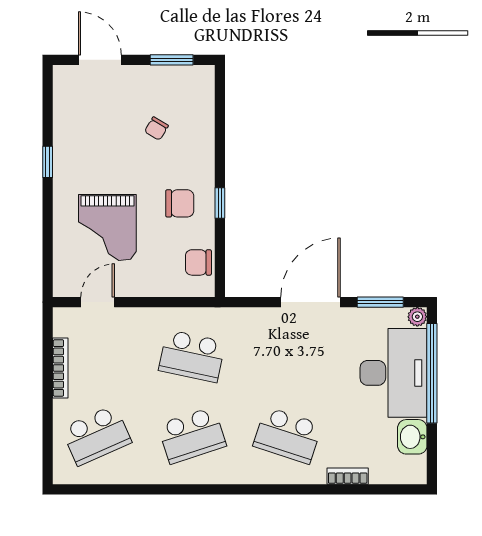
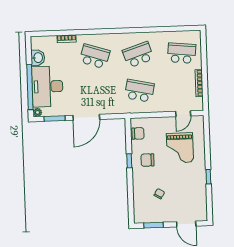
grand piano: (107, 227) -> (180, 148), turned 180
school desk: (96, 435) -> (182, 53), turned 30

